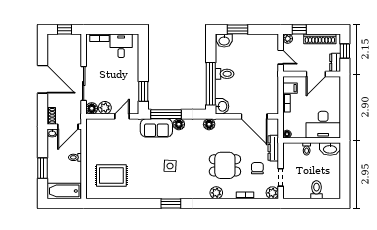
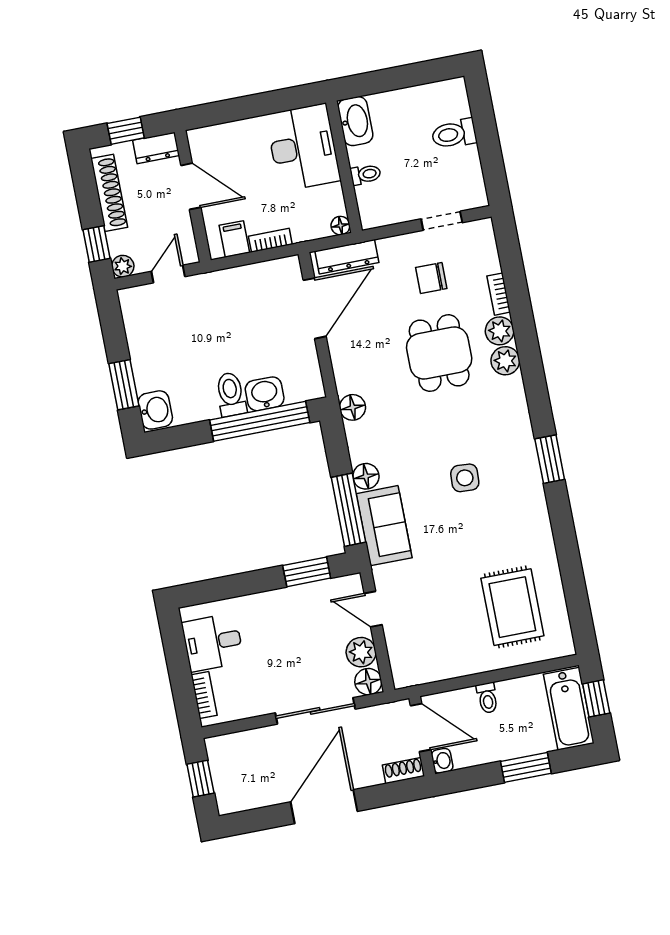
washbasin: (222, 106) -> (265, 394), moved
dresser: (273, 148) -> (347, 257), moved
plant: (272, 193) -> (500, 331), moved
window: (66, 203) -> (596, 698), added

